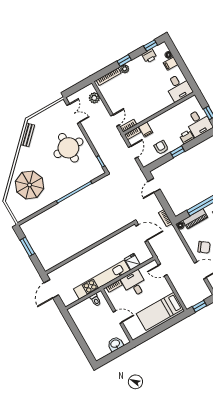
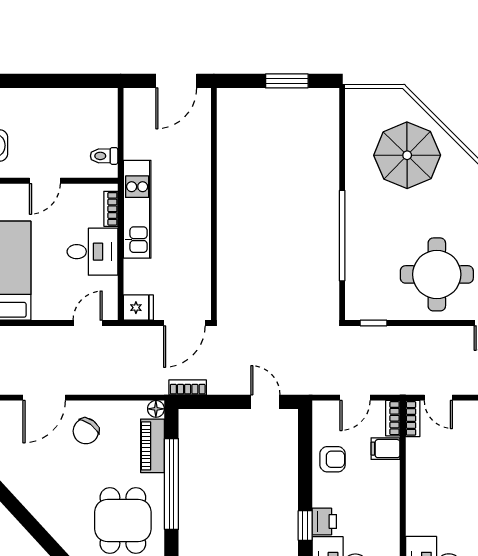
door: (133, 152) -> (355, 398), hinge flipped
window: (178, 152) -> (305, 526), moved
fridge: (132, 262) -> (138, 308), moved
kitchen unit: (102, 280) -> (137, 209), width x0.73
door: (51, 289) -> (176, 81), swing flipped

